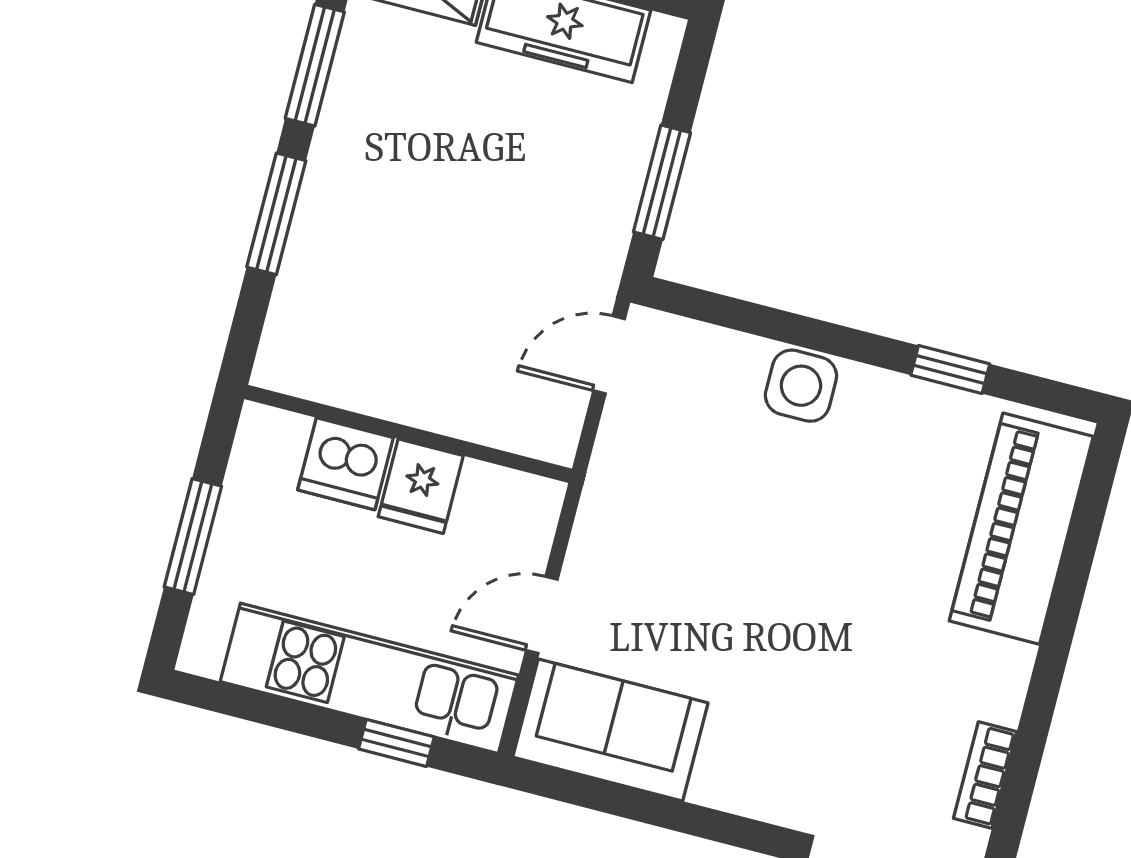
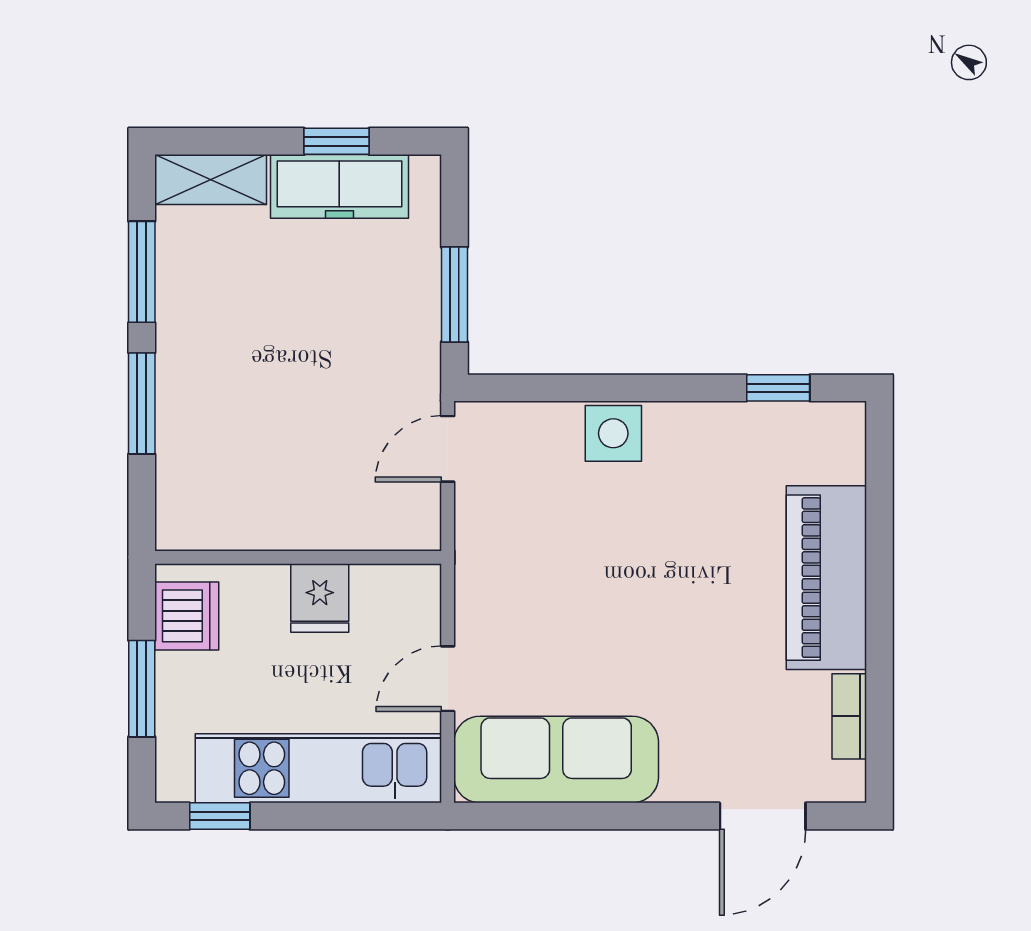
window: (950, 369) -> (778, 388), moved
dishwasher: (346, 464) -> (187, 616), moved, turned -90
piano: (1021, 529) -> (826, 578), moved
sofa: (610, 730) -> (556, 759), width x1.36
window: (396, 743) -> (220, 816), moved

